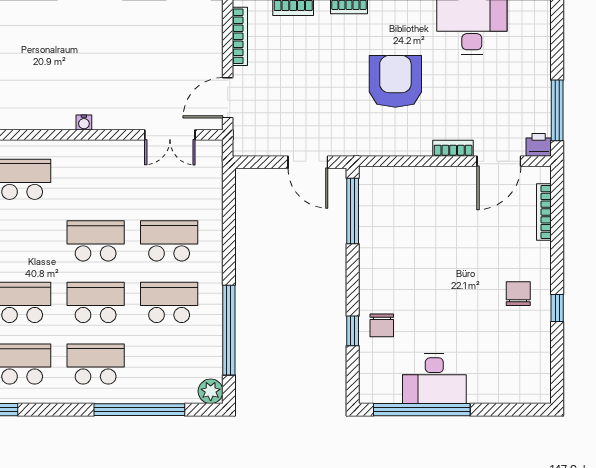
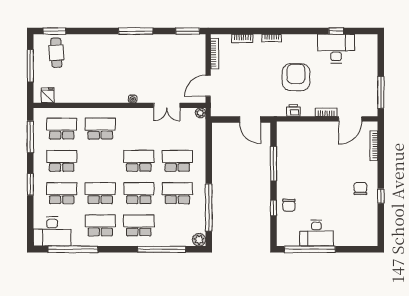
double door: (170, 135) -> (167, 105), moved
printer: (539, 145) -> (293, 110), moved
plant: (213, 149) -> (200, 113), added
window: (353, 211) -> (274, 164), moved

